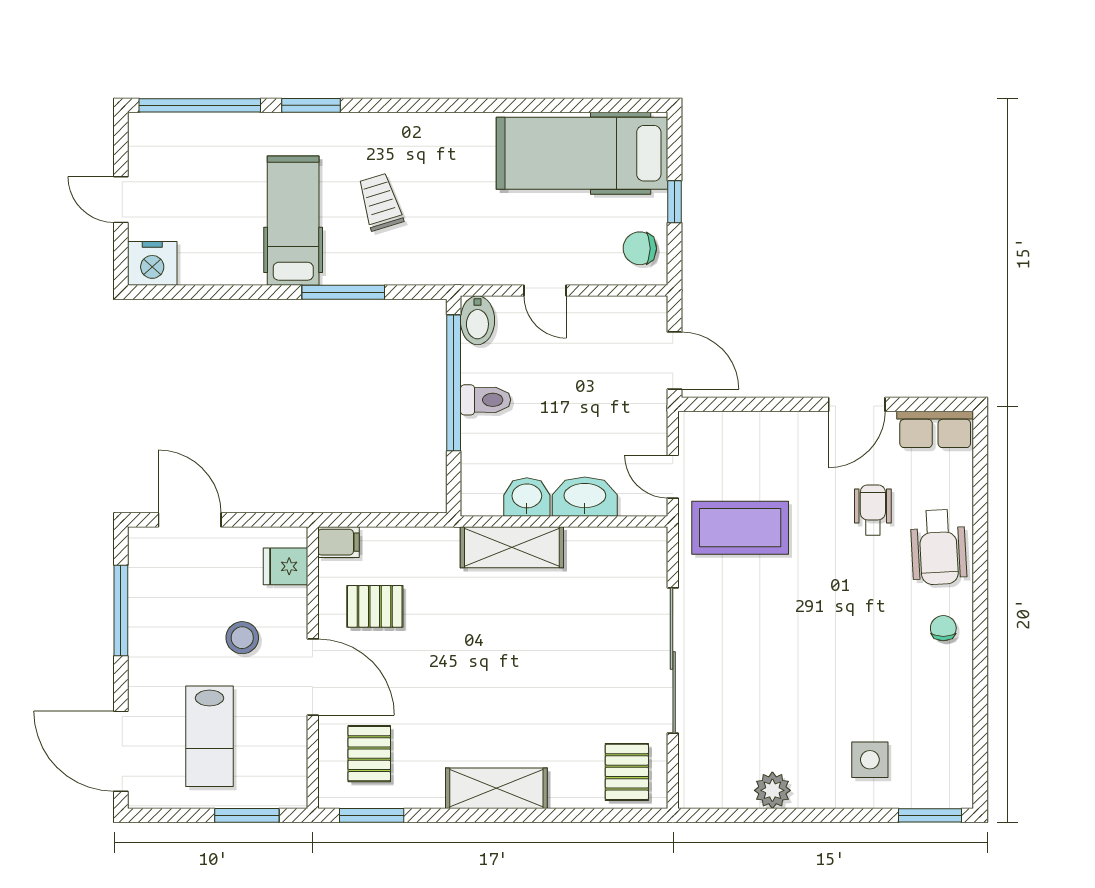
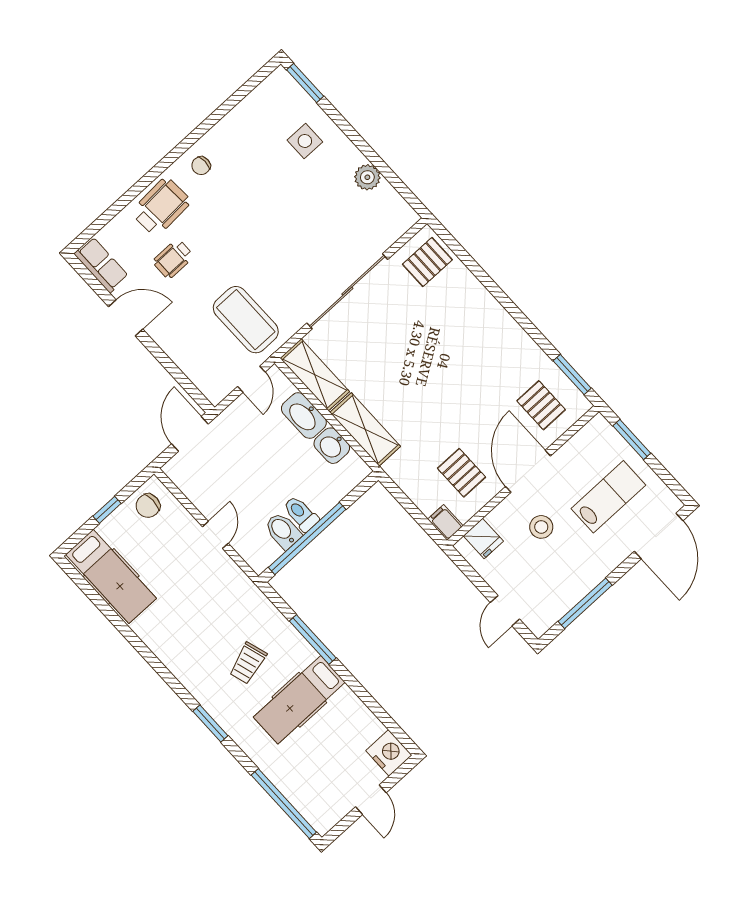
window: (311, 105) -> (210, 723), moved
hospital bed: (582, 153) -> (111, 576), width x0.73, depth x0.78
chair: (640, 248) -> (148, 506), turned 90
bidet: (477, 320) -> (283, 531), moved, turned -90
door: (190, 520) -> (505, 611), width x0.73
pallet: (369, 754) -> (541, 405), turned 90
shelving: (496, 788) -> (315, 375), moved

